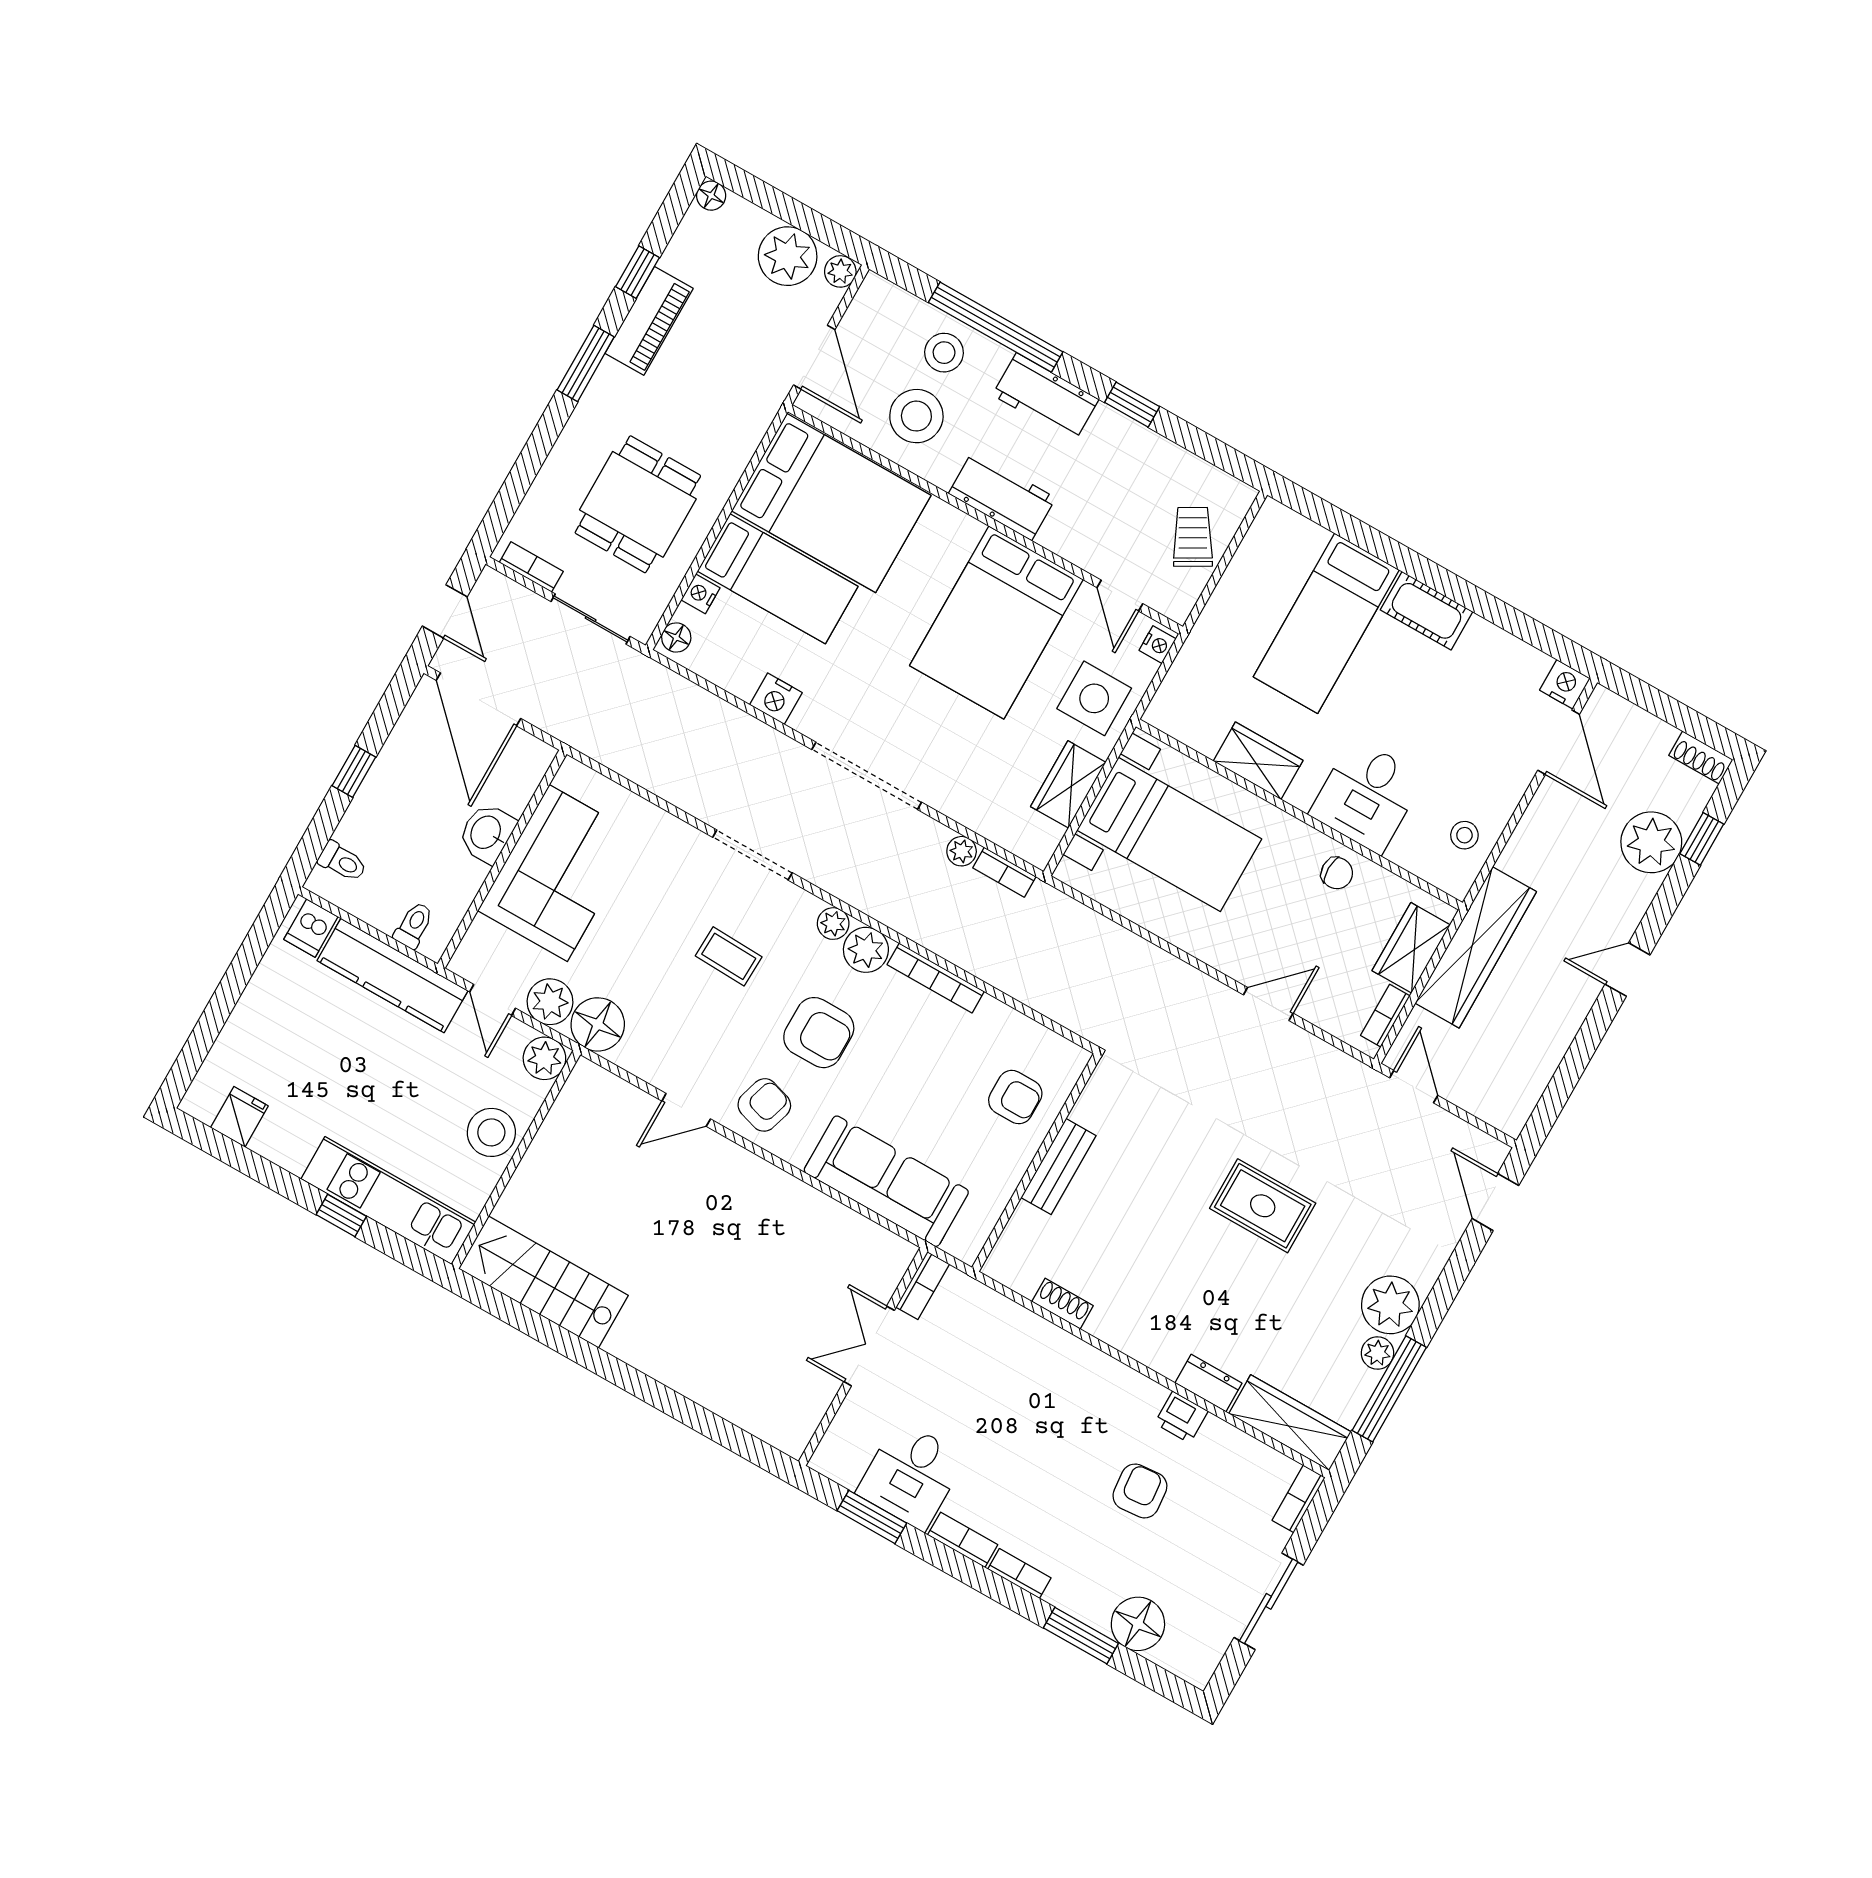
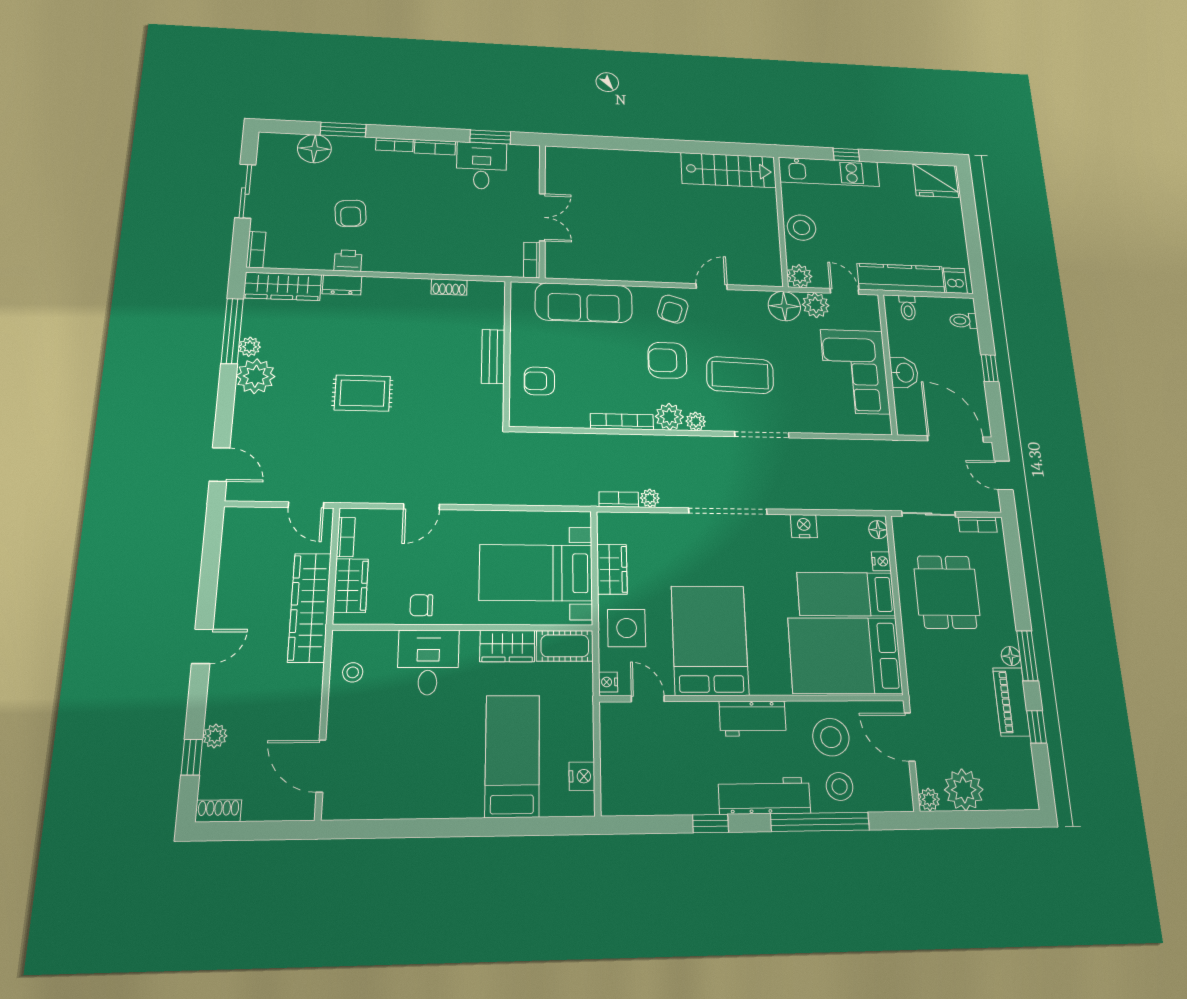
floor lamp: (711, 196) -> (1011, 656), moved
workbench: (1046, 397) -> (764, 796), width x1.38
trolley: (1193, 537) -> (625, 762), removed
cot: (1427, 611) -> (565, 646), moved
nightstand: (1565, 684) -> (582, 776), moved, turned -90
plant: (1651, 842) -> (215, 736), width x0.53, depth x0.53
coffee table: (729, 956) -> (740, 375), width x1.86, depth x1.72
fridge: (239, 1117) -> (936, 181), width x1.88, depth x1.34

